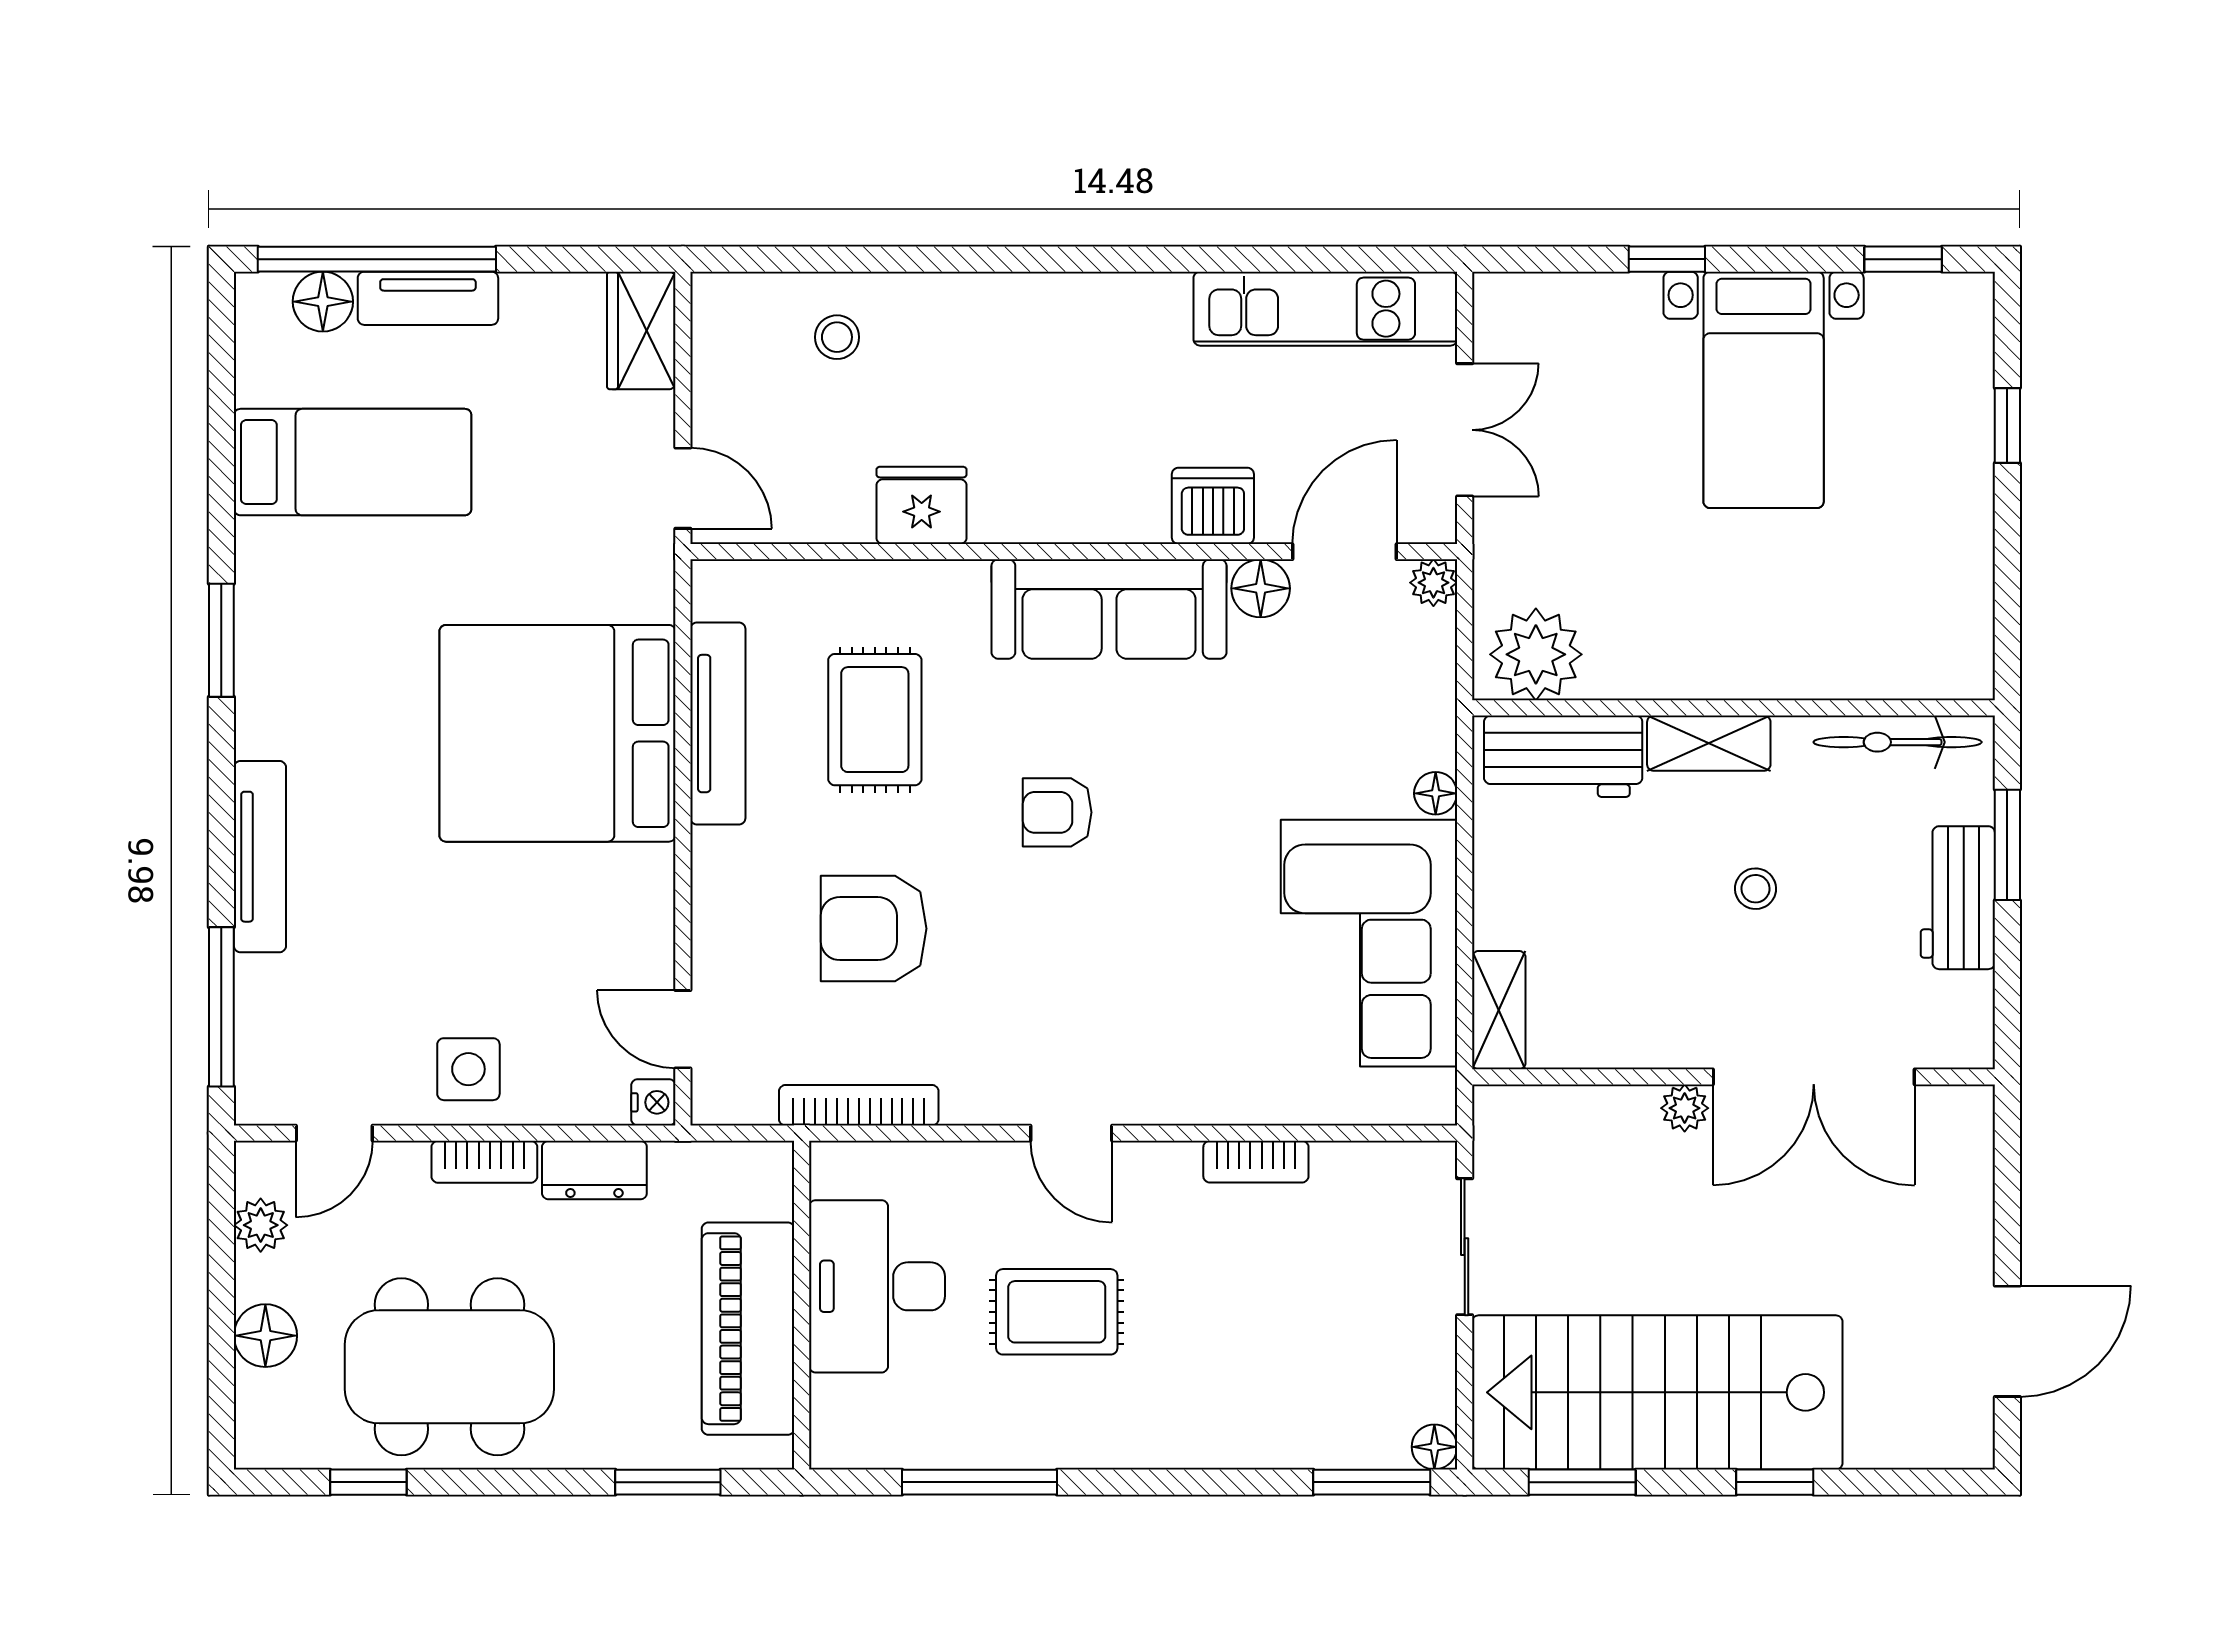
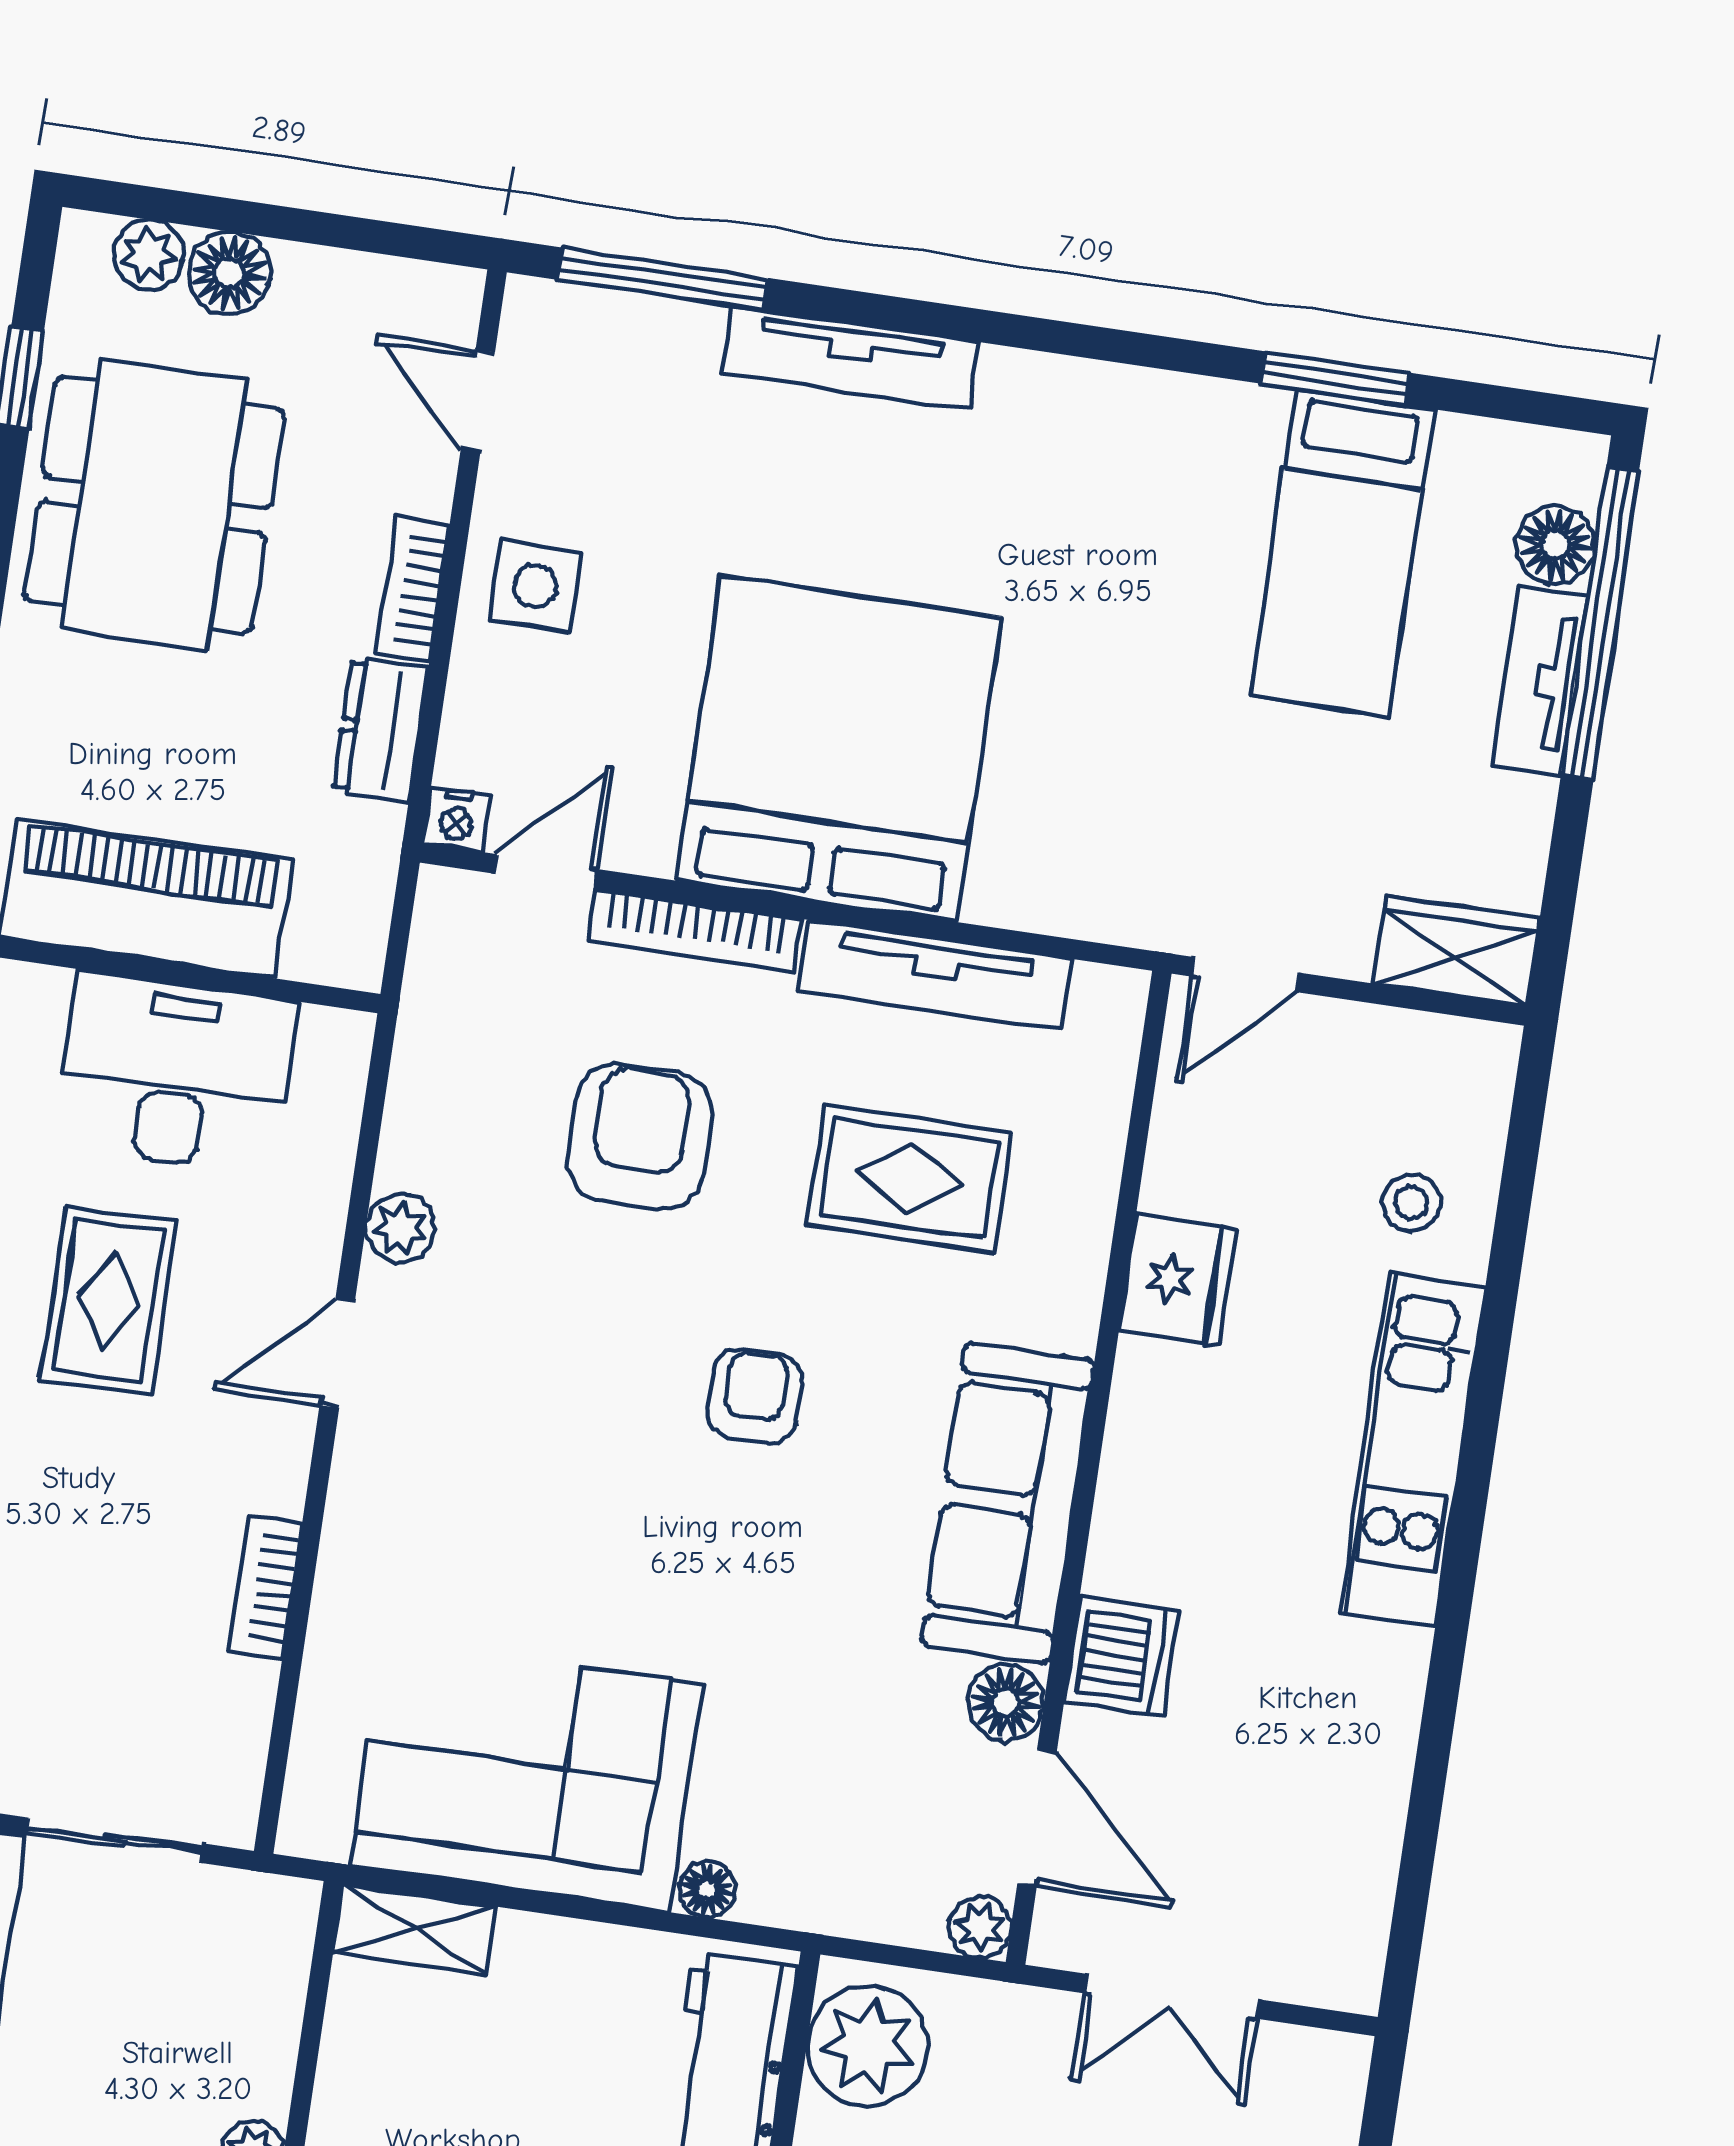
kitchen unit: (1325, 309) -> (1412, 1450), moved
window: (221, 640) -> (1336, 378), moved
bed: (557, 733) -> (839, 749), moved
plant: (970, 1100) -> (400, 1228), added
bookcase: (859, 1105) -> (695, 930), moved, turned 90
plant: (261, 1225) -> (149, 255), moved

